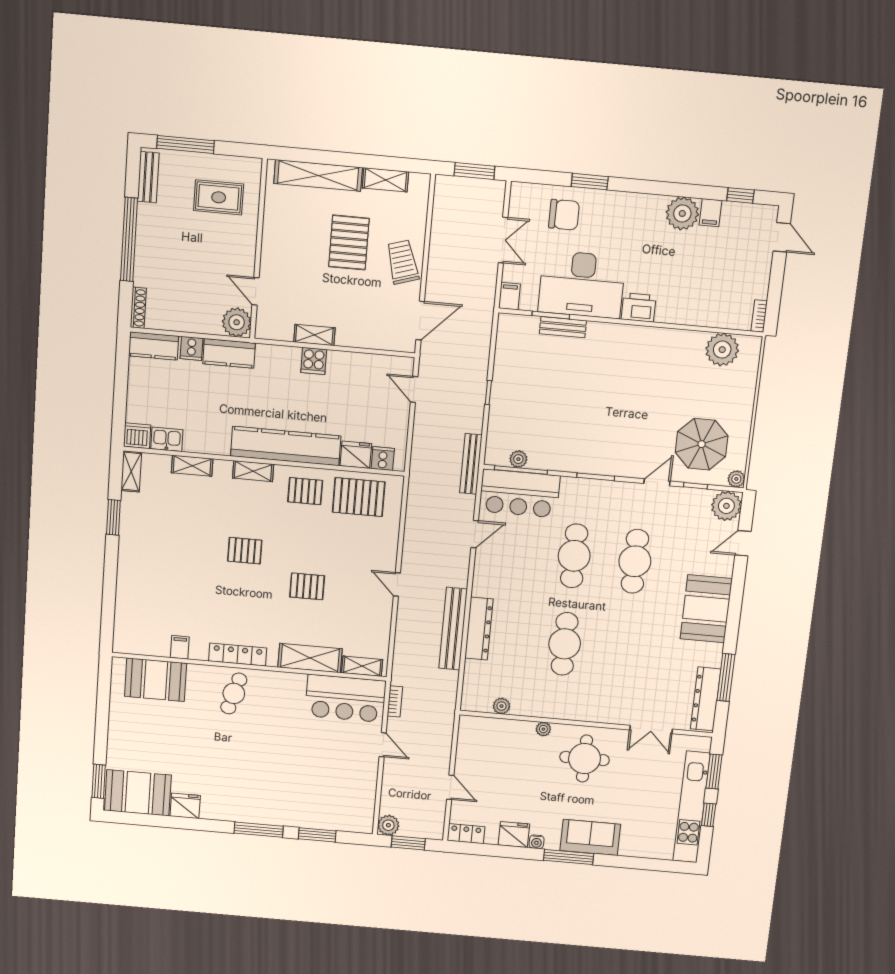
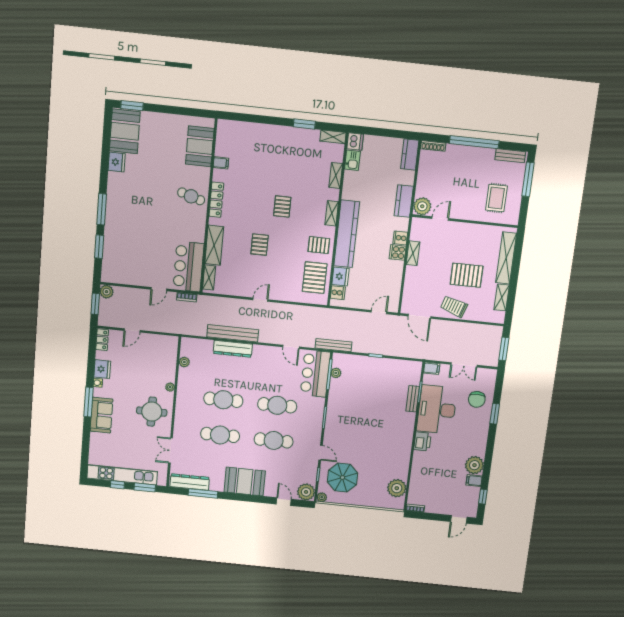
trolley: (403, 262) -> (454, 307), turned -145
cooker: (191, 348) -> (400, 238), moved
pallet: (305, 491) -> (319, 245), turned 90
cafe table: (625, 649) -> (220, 435), added

